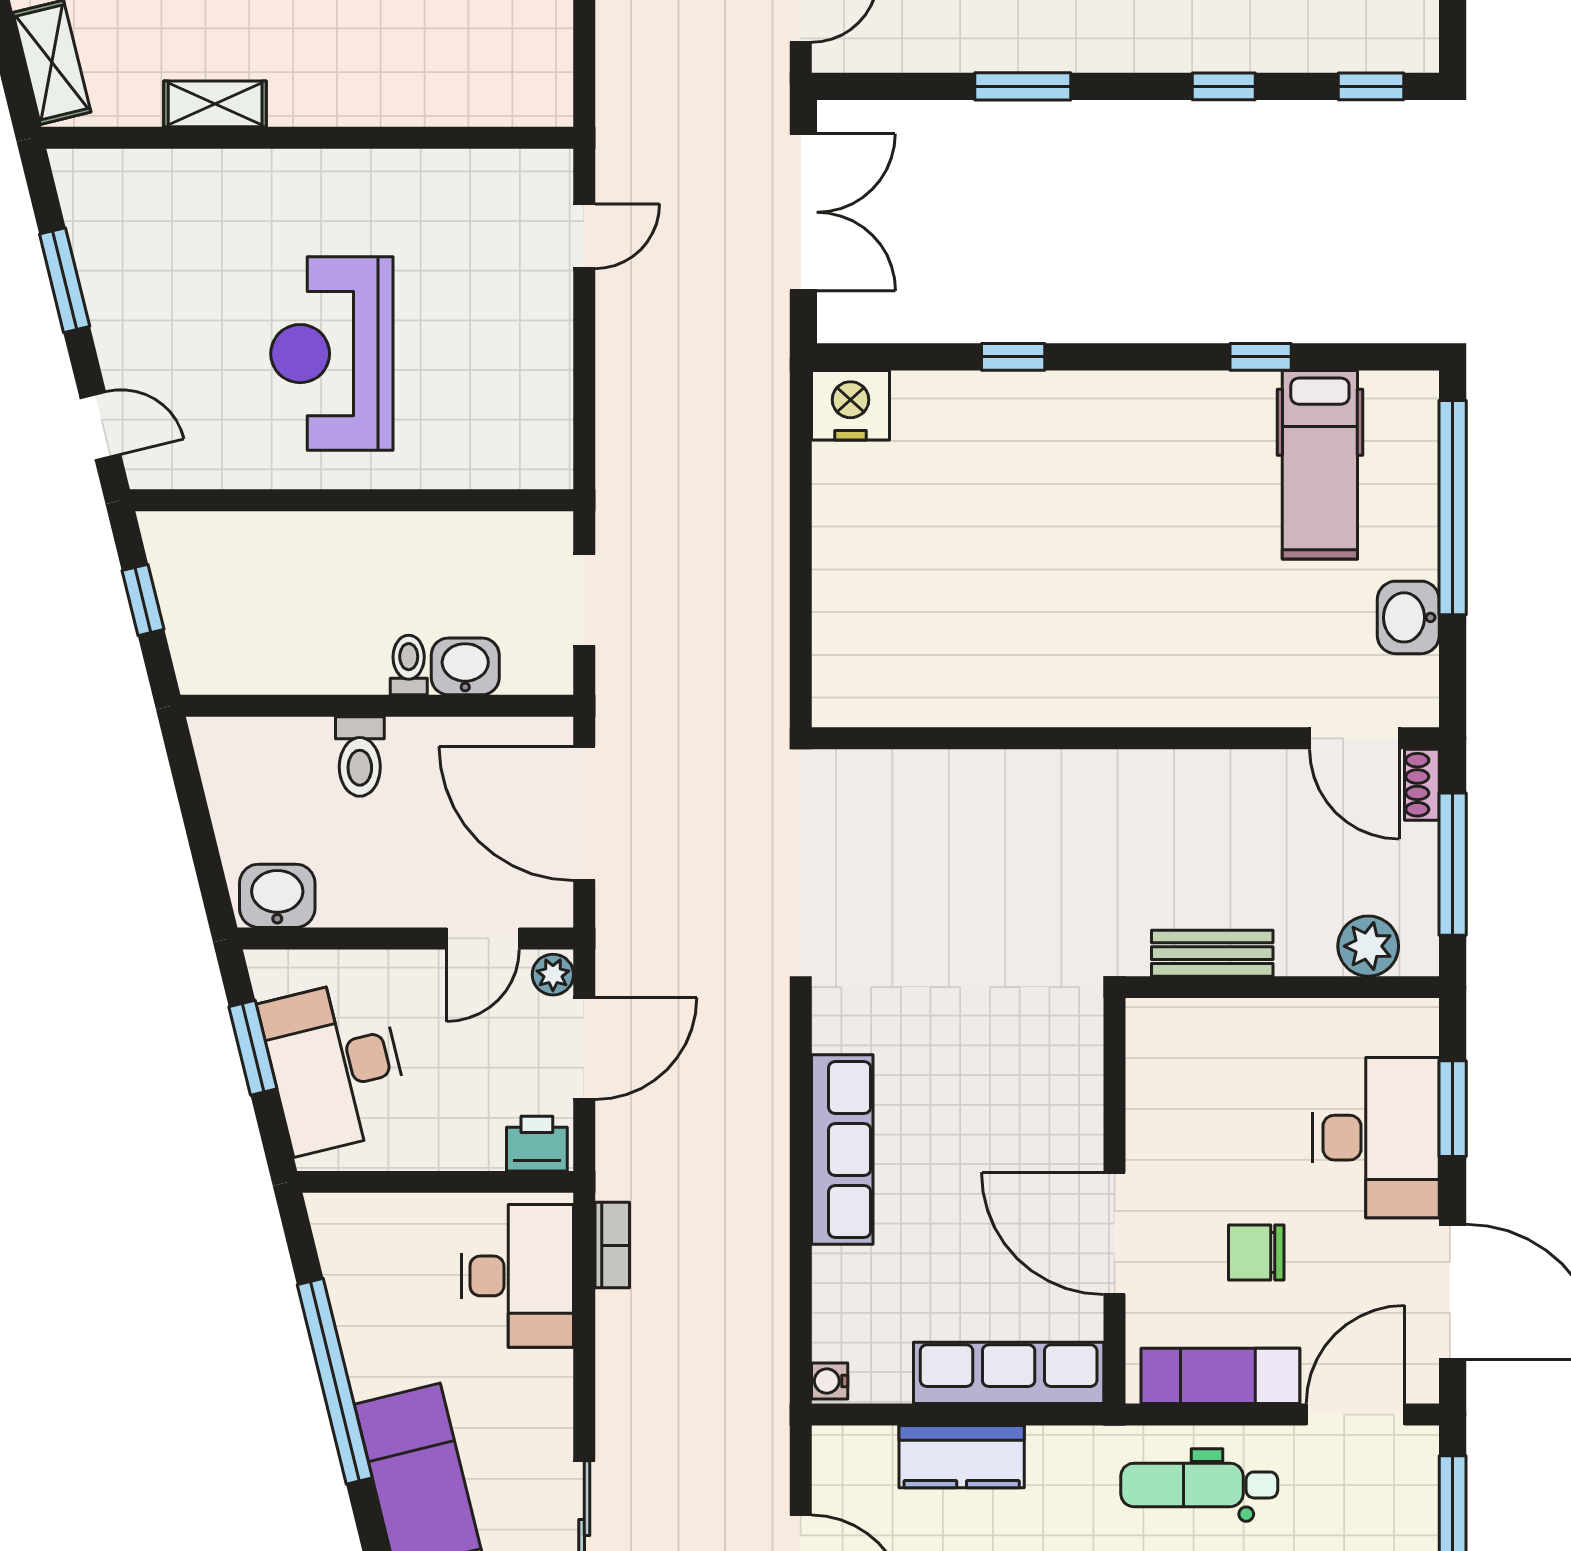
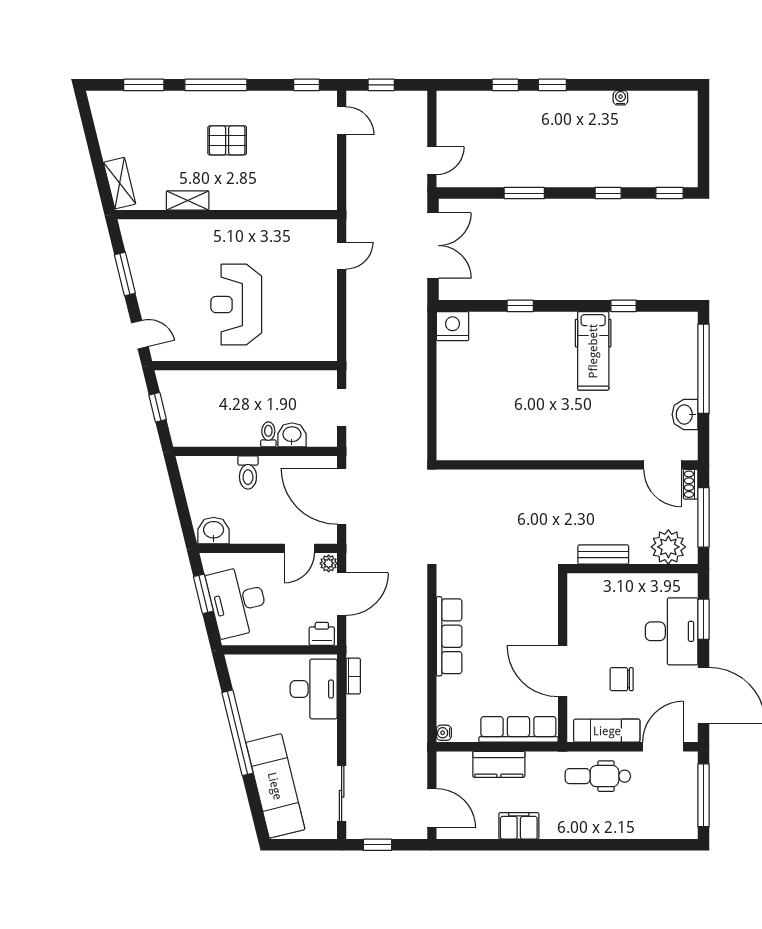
hospital bed: (1320, 465) -> (593, 351), moved
plant: (1368, 946) -> (668, 547), width x1.36, depth x1.36

